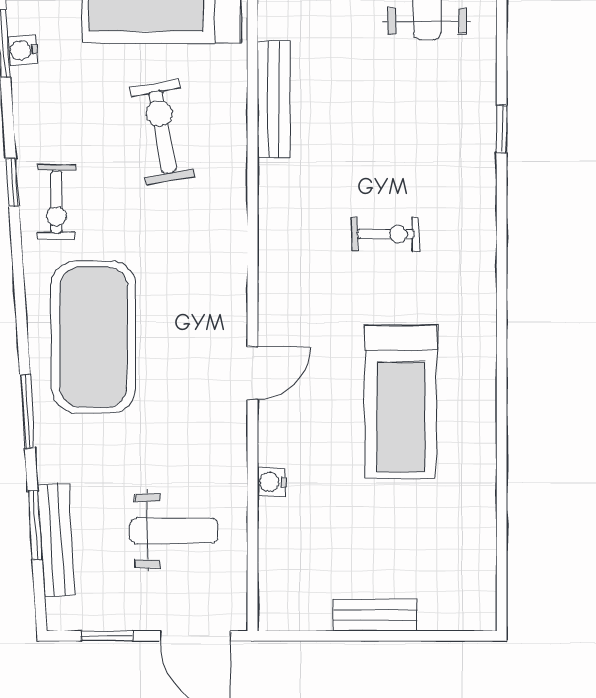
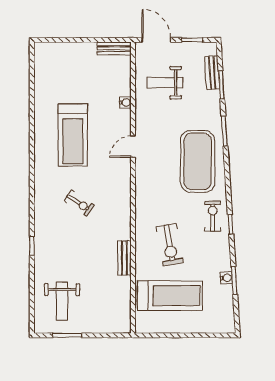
bench: (274, 99) -> (124, 258), width x0.73
exercise bike: (385, 234) -> (79, 203), turned -146
treadmill: (401, 402) -> (73, 135), turned 180
bench: (56, 540) -> (212, 73), width x0.73
bench: (375, 615) -> (114, 48), moved

